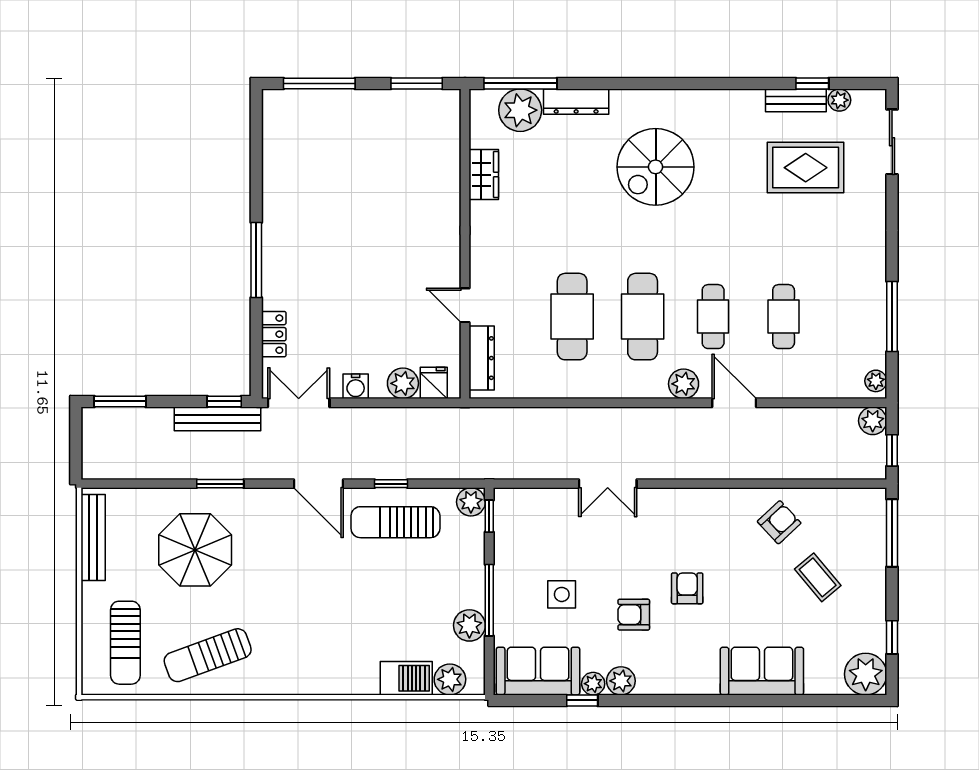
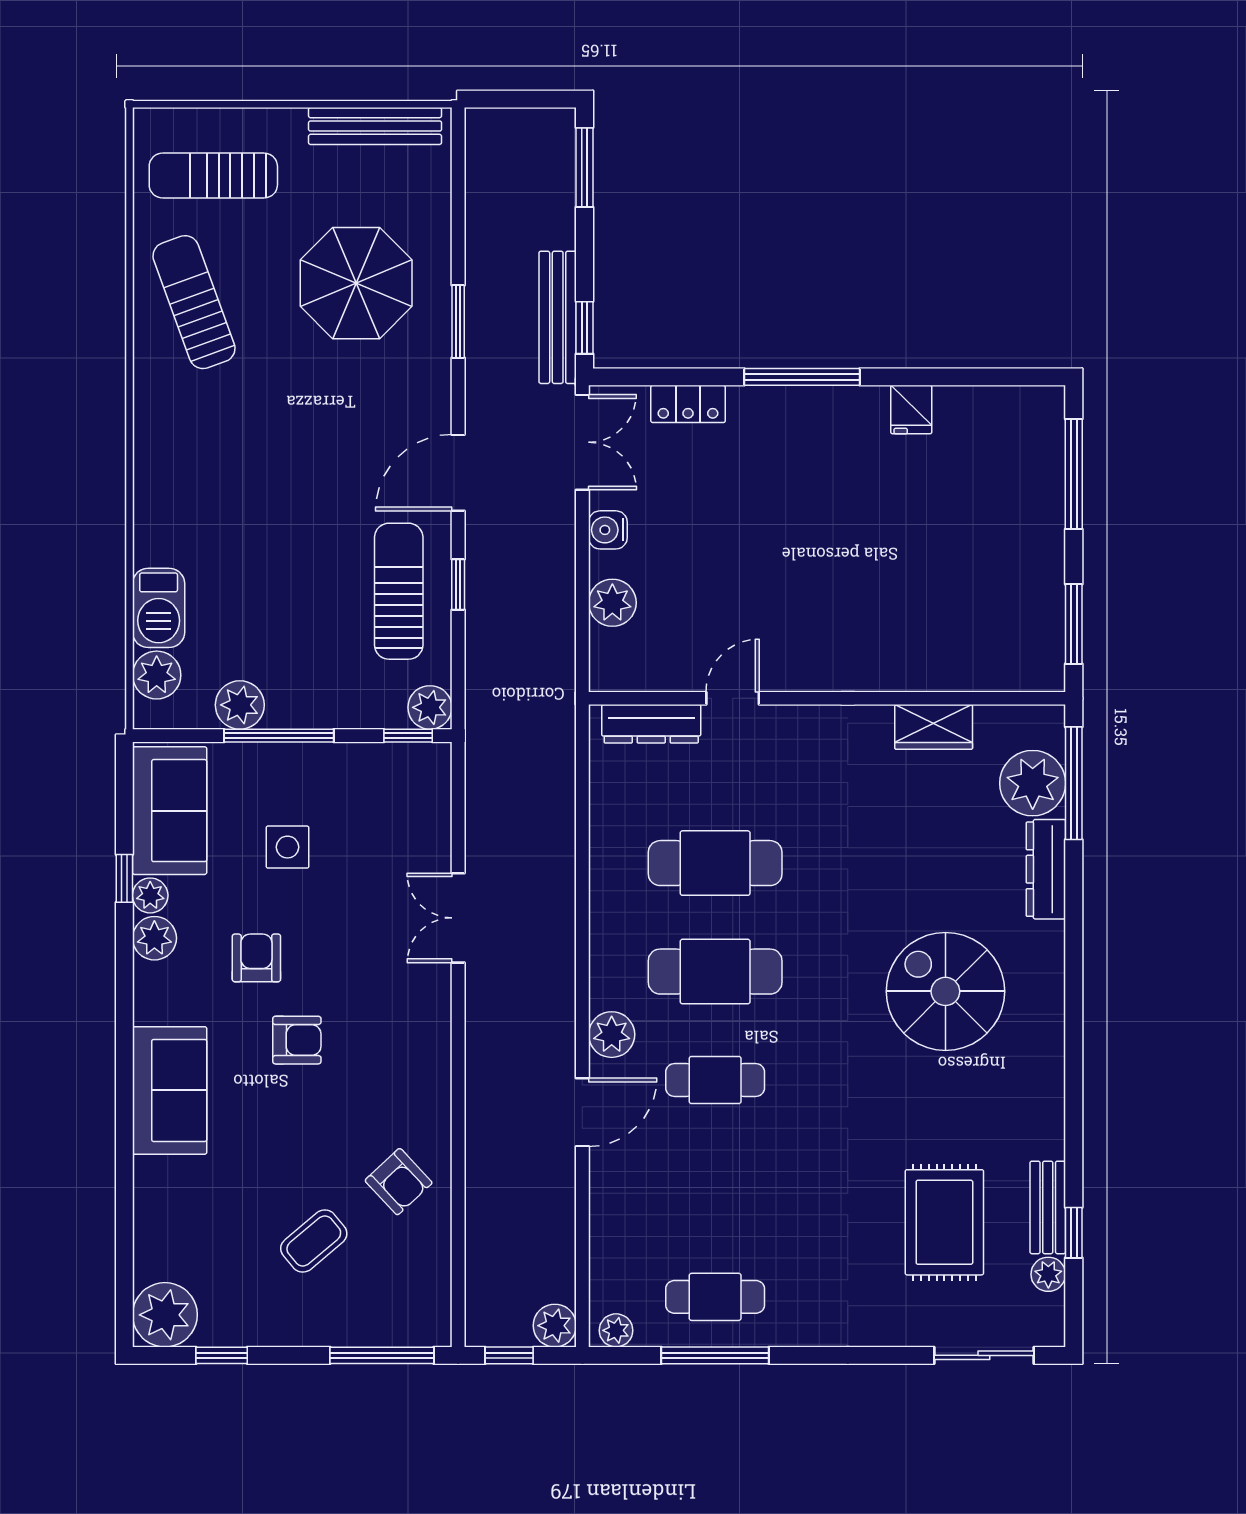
cafe table: (784, 317) -> (715, 1297), moved
fridge: (434, 383) -> (911, 410), moved, turned 90
sofa: (762, 671) -> (170, 1090), moved

